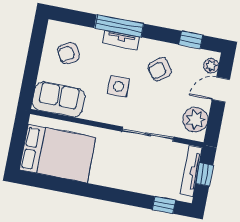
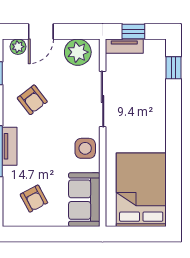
side table: (119, 86) -> (85, 148), moved
door: (221, 89) -> (41, 32), hinge flipped
tv unit: (191, 171) -> (124, 46), width x0.71

